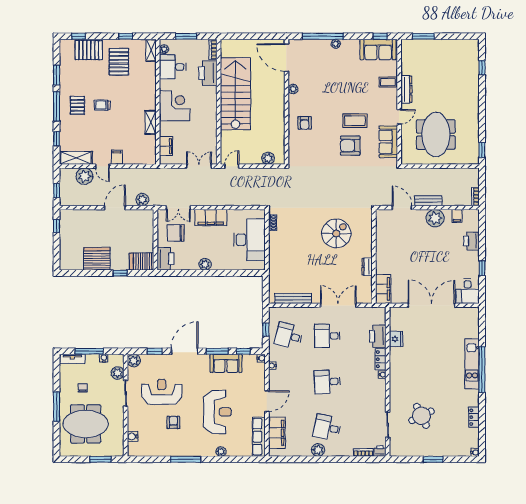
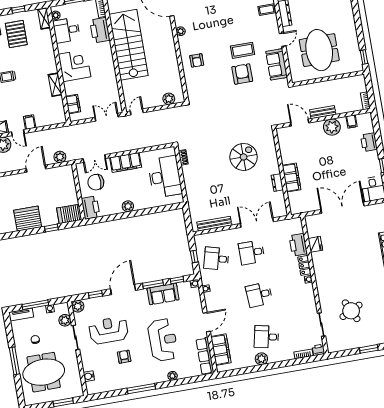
armchair: (350, 146) -> (242, 74), turned 90
filing cabinet: (383, 289) -> (292, 177), moved

